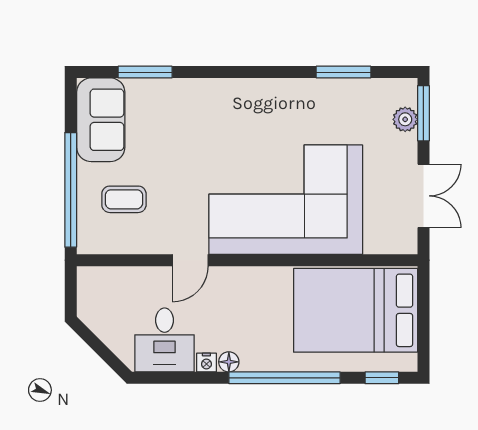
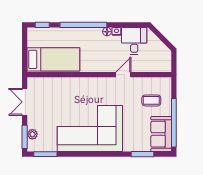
window: (343, 72) -> (45, 154), moved
window: (71, 190) -> (174, 123), moved
corner sofa: (286, 200) -> (90, 129), moved, turned 180
bed: (356, 310) -> (53, 59), width x0.67

